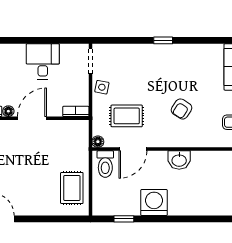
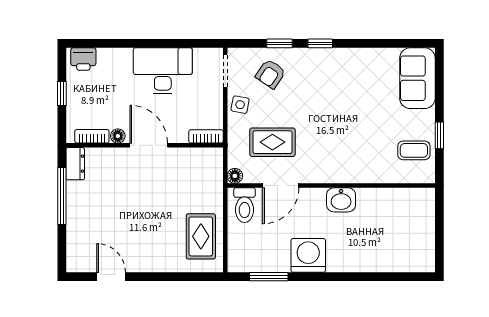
window: (132, 40) -> (280, 43), added
desk: (43, 61) -> (163, 71), width x1.37
armchair: (182, 109) -> (271, 74), moved
door: (32, 118) -> (149, 145), hinge flipped
window: (124, 219) -> (269, 277), width x1.50

